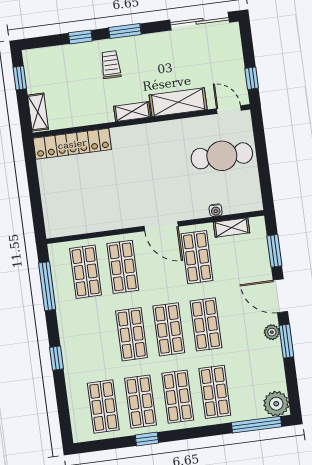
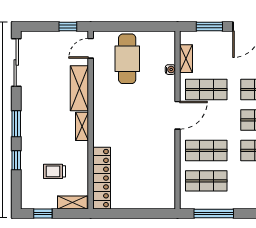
trolley: (111, 65) -> (54, 171), moved

